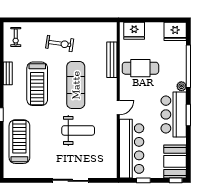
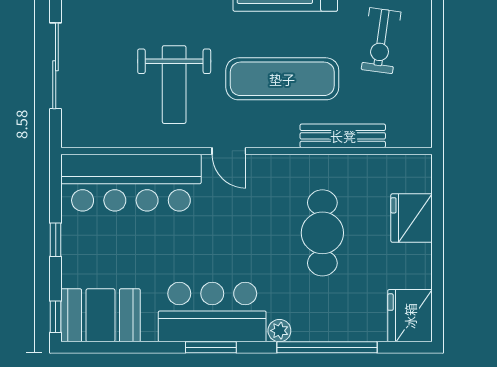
bench: (112, 60) -> (343, 136), moved
wall: (118, 100) -> (247, 151), moved
door: (118, 107) -> (229, 151), moved
bar counter: (132, 149) -> (131, 183), moved

